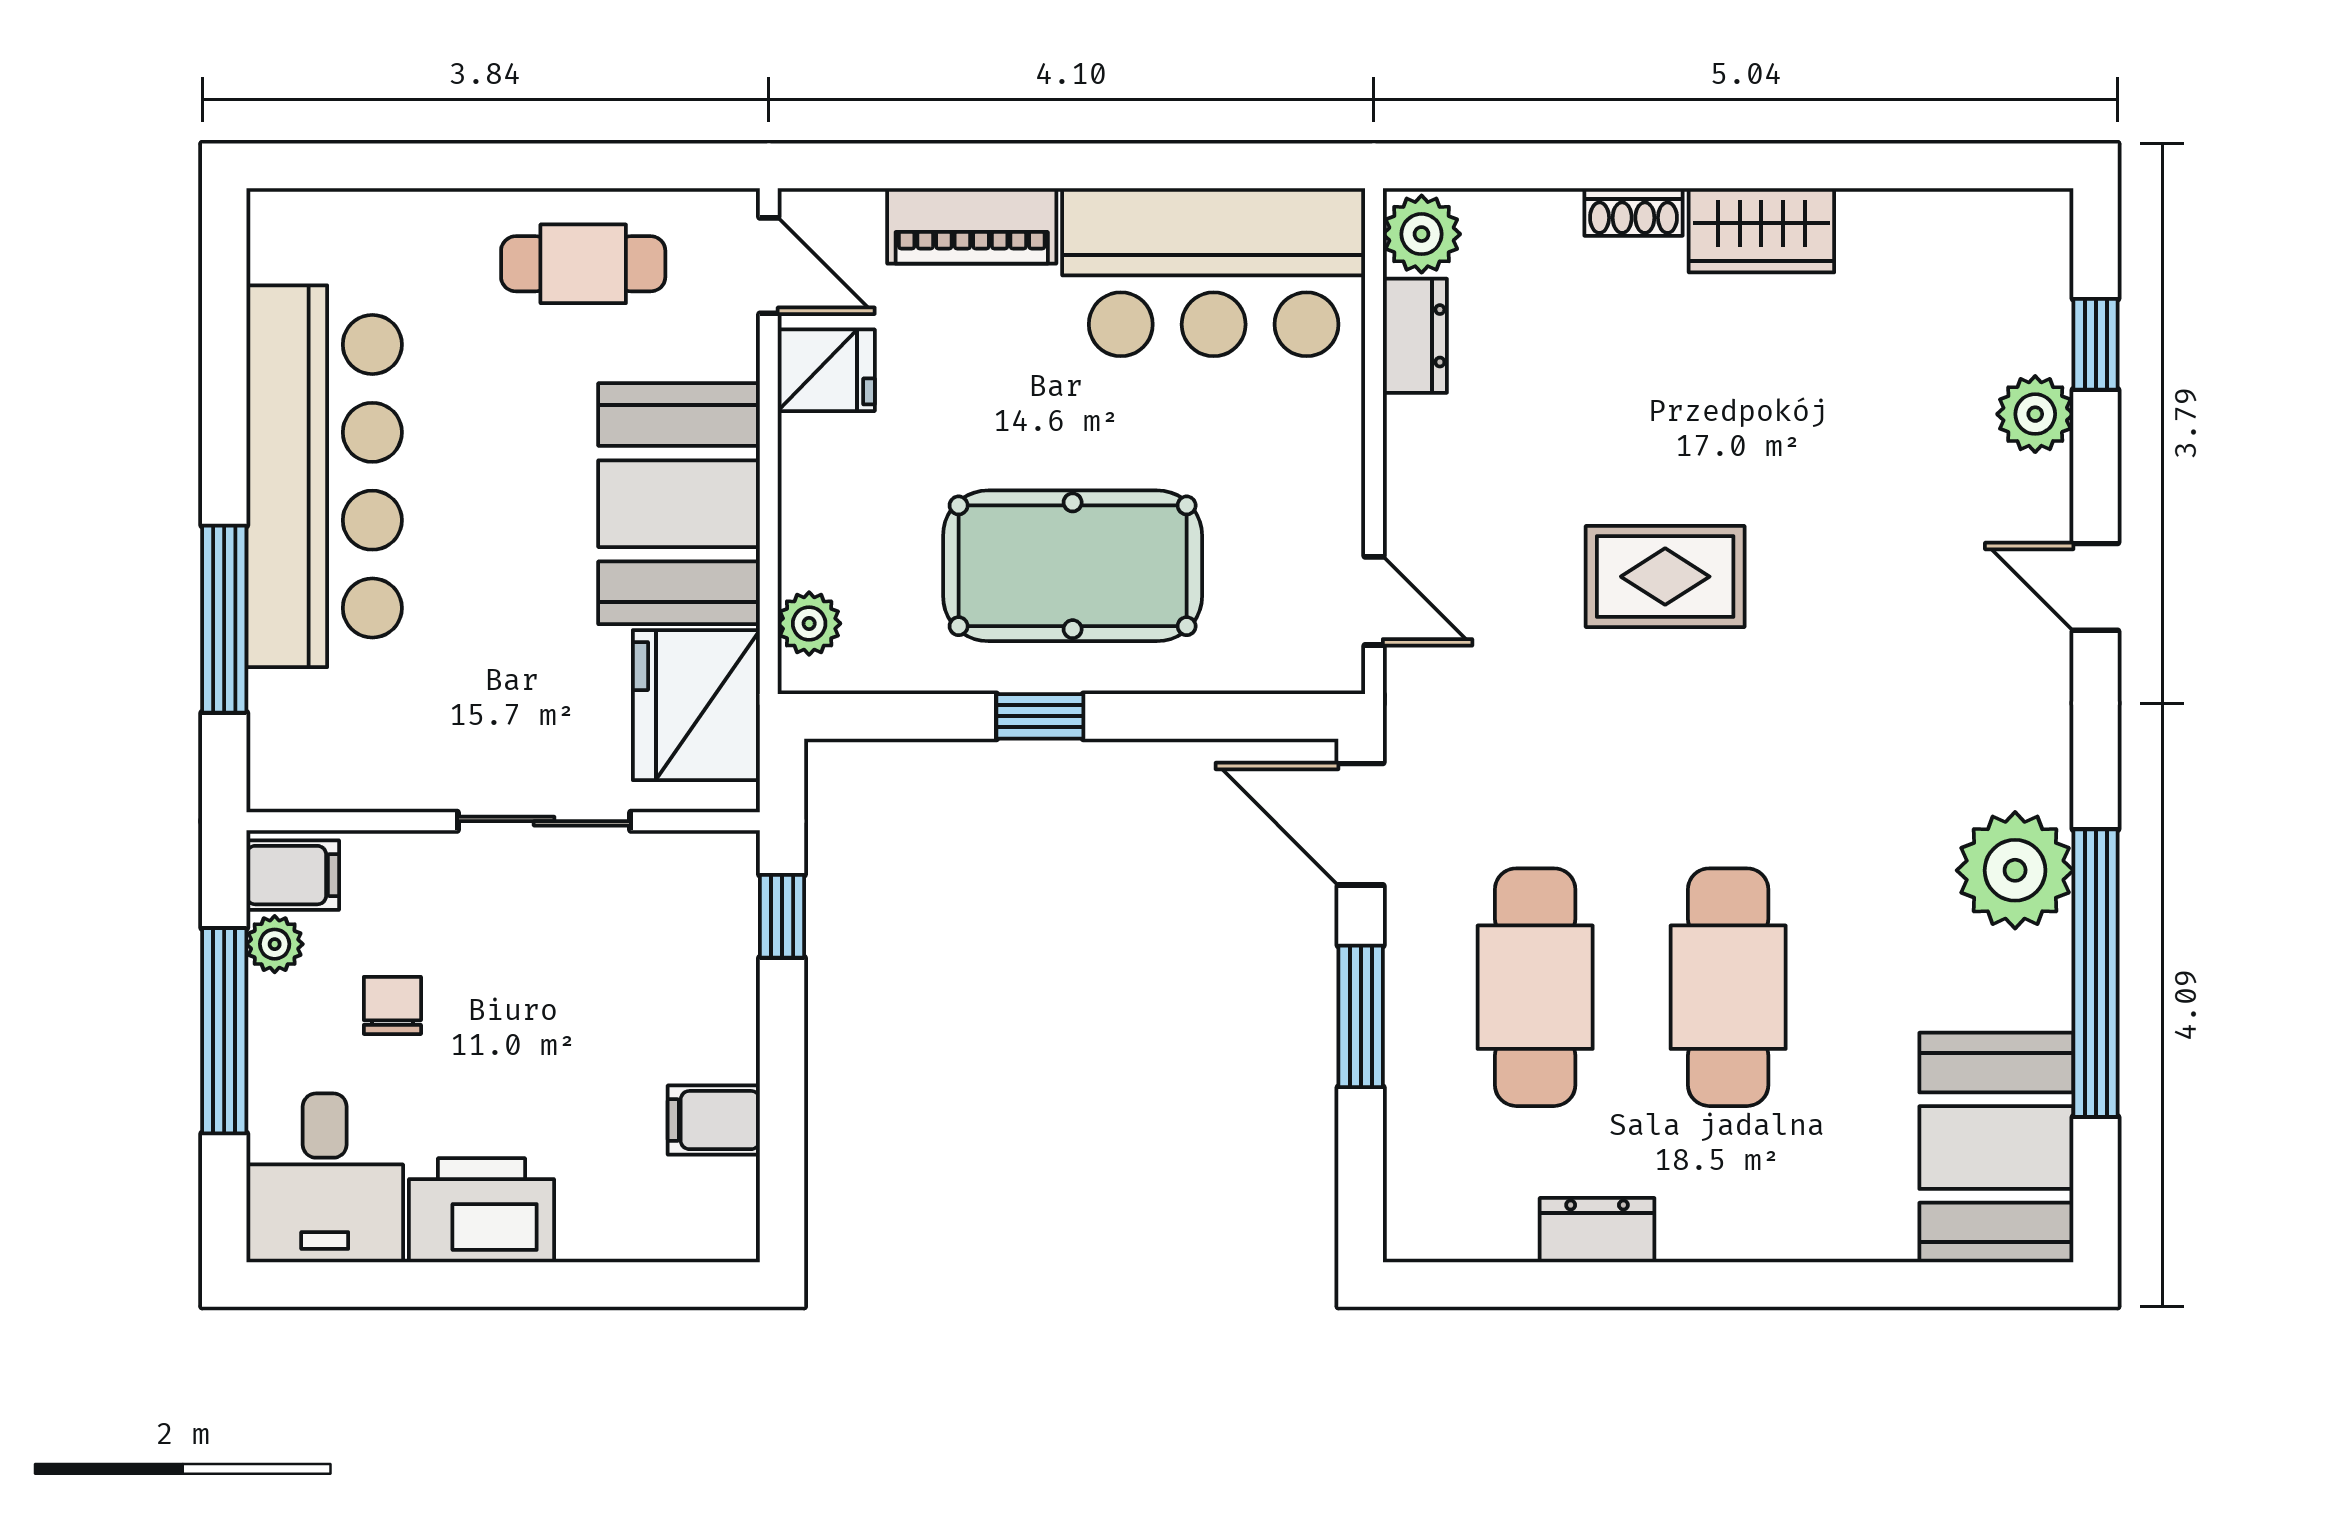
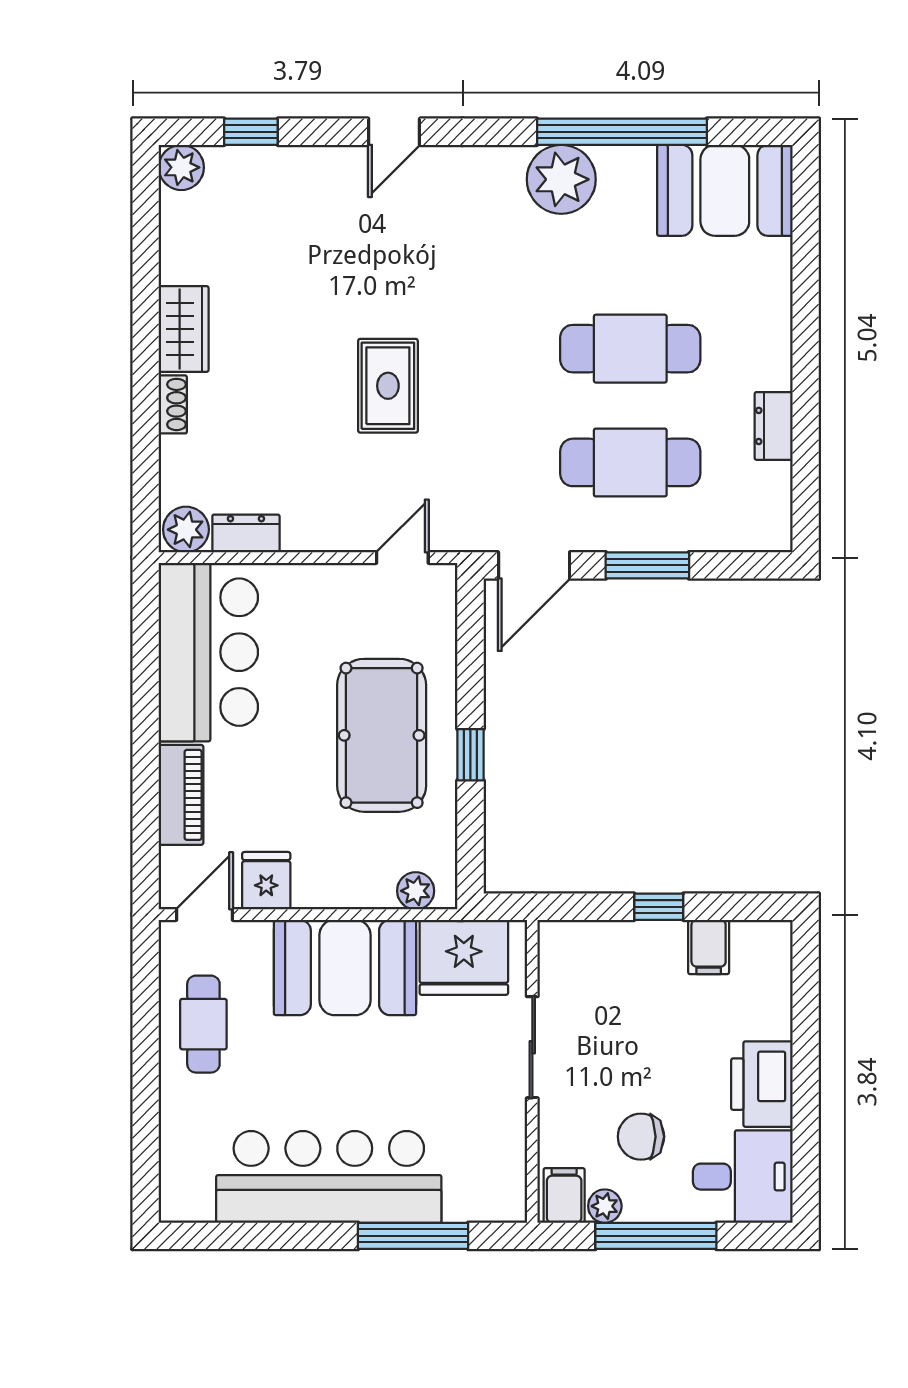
plant: (2035, 414) -> (181, 167), moved
window: (782, 916) -> (659, 907), moved
chair: (392, 1005) -> (641, 1137), width x1.37, depth x1.37

